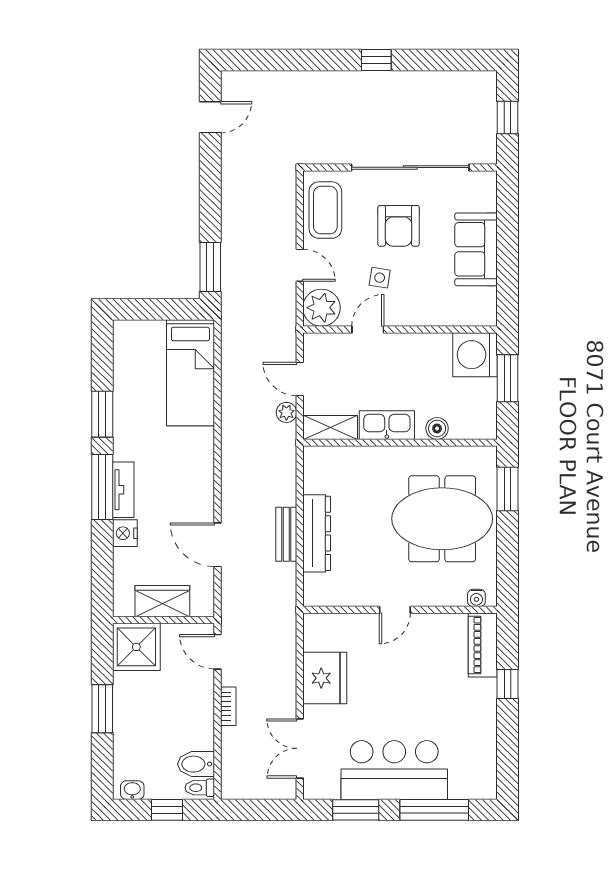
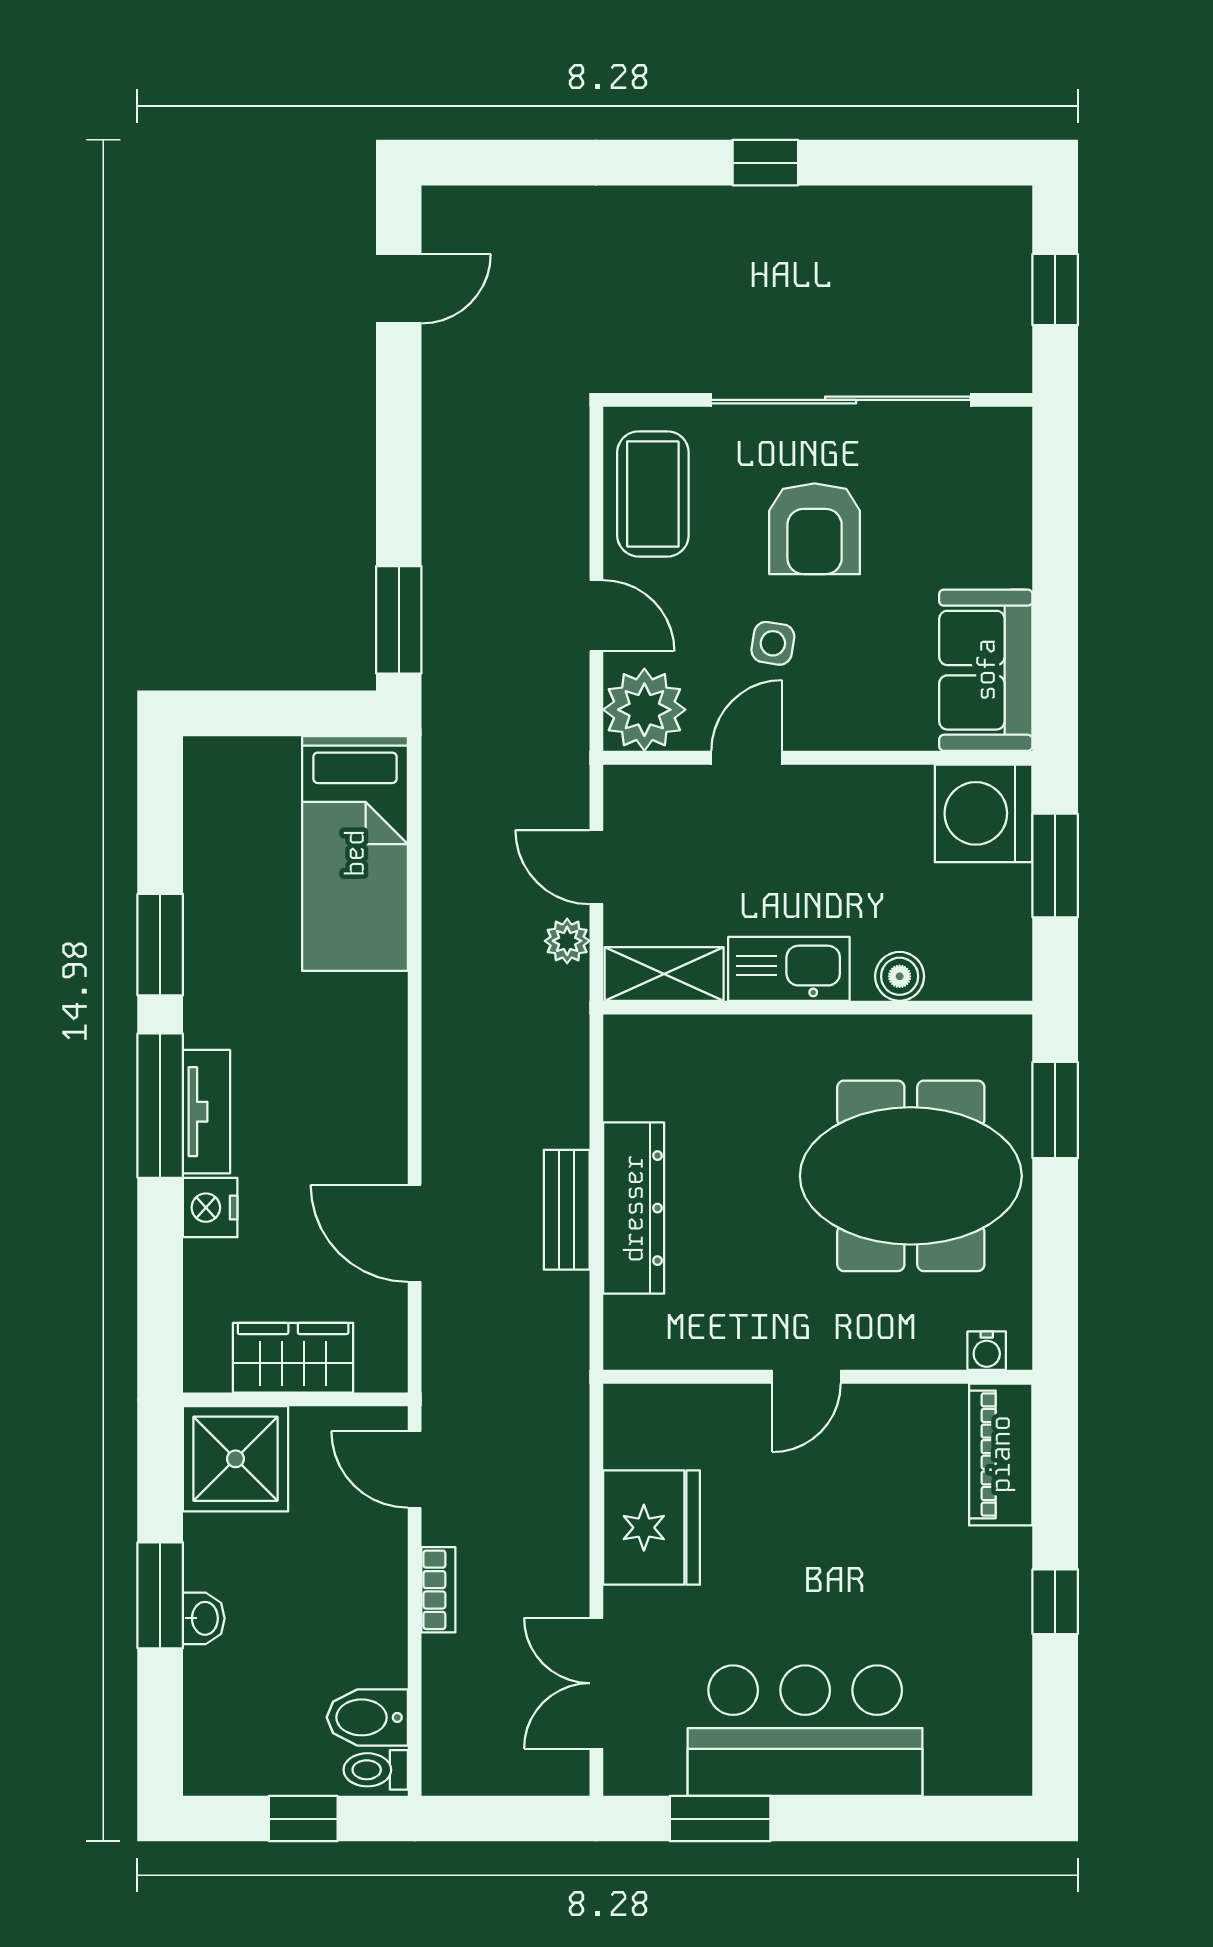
sofa: (476, 249) -> (986, 670), moved
window: (507, 684) -> (1055, 1602), moved
washbasin: (132, 790) -> (204, 1618), moved, turned 90
window: (434, 810) -> (893, 1819), removed

